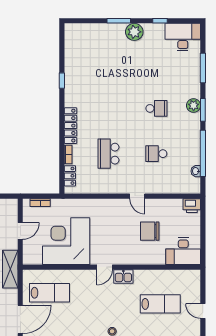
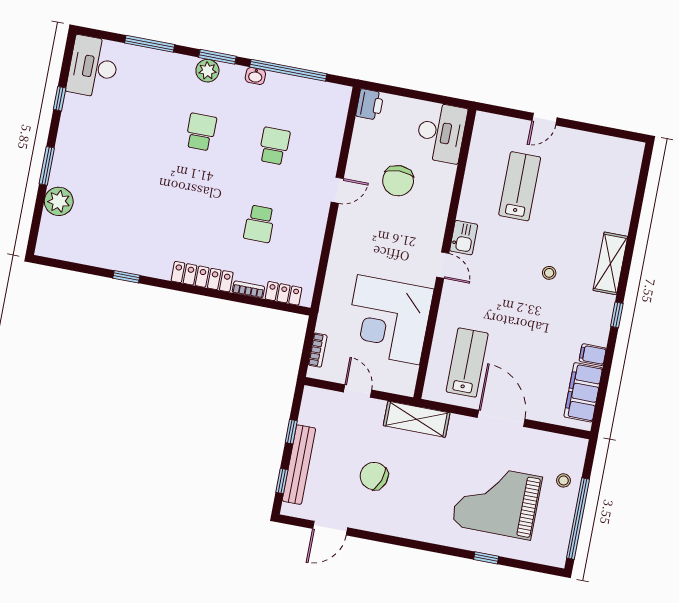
plant: (134, 32) -> (59, 201), moved
school desk: (108, 154) -> (259, 224), width x0.54
school desk: (156, 154) -> (274, 146), turned 180
washbasin: (196, 171) -> (255, 76), moved

